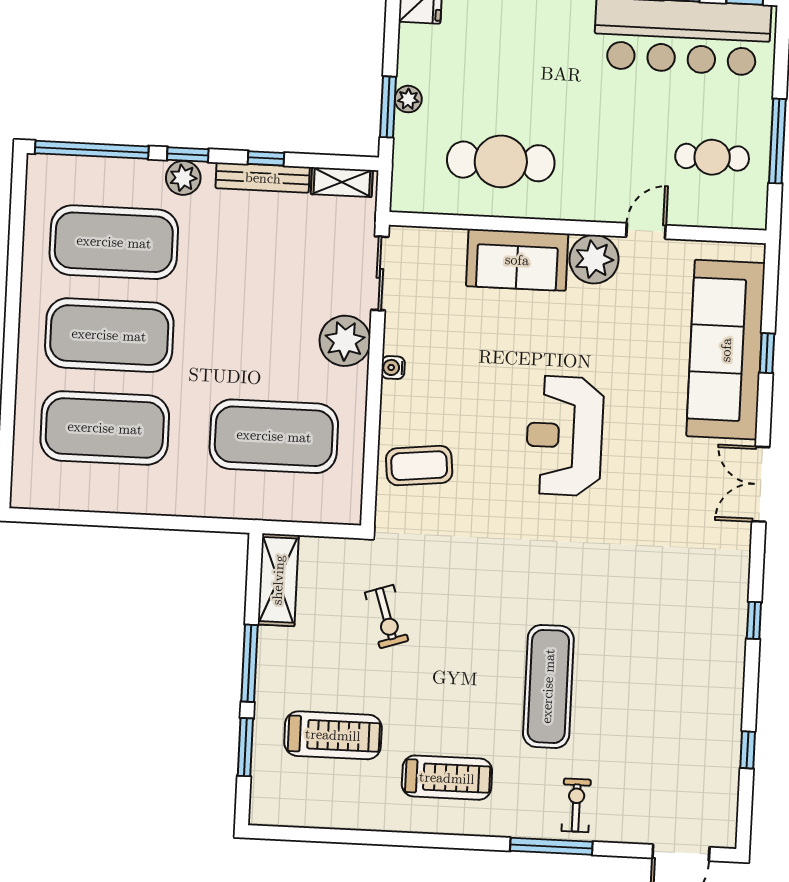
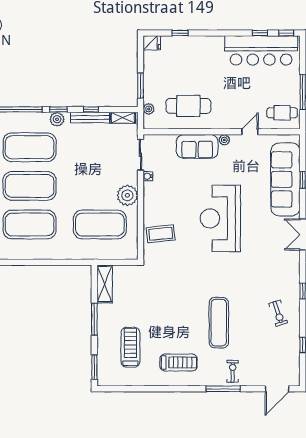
plant: (408, 99) -> (149, 109), moved
cafe table: (712, 157) -> (282, 113), moved
plant: (594, 259) -> (224, 140), width x0.53, depth x0.53
plant: (345, 341) -> (127, 195), moved
water cooler: (393, 368) -> (148, 176), moved
reception desk: (564, 436) -> (220, 218), width x1.36, depth x1.30
exercise bike: (387, 617) -> (278, 313), moved
treadmill: (333, 735) -> (130, 347), turned -90
window: (245, 747) -> (94, 367), moved

